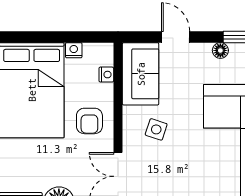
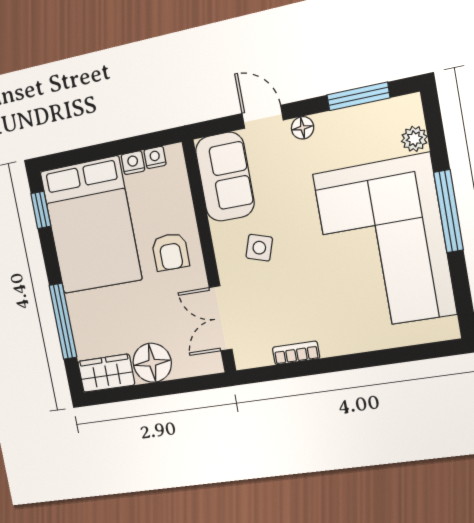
floor lamp: (220, 50) -> (303, 128), moved
nightstand: (106, 75) -> (155, 157), moved, turned -90

